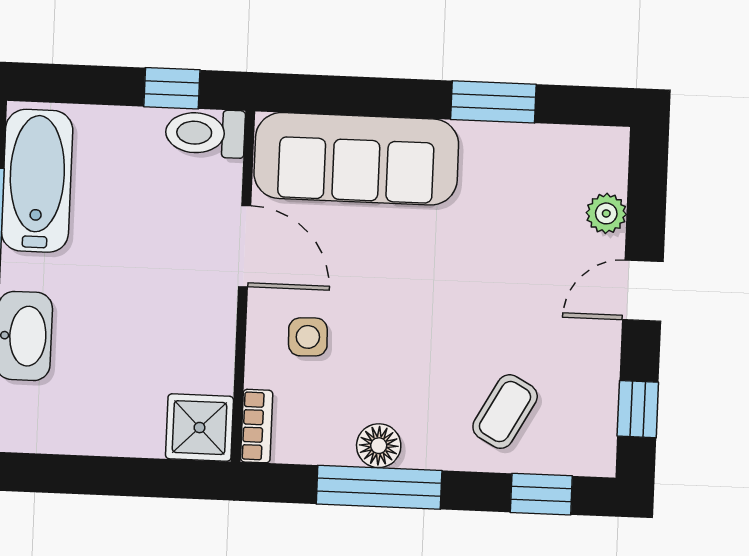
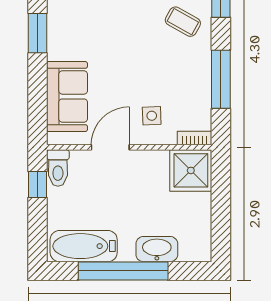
sofa: (356, 159) -> (67, 97), width x0.73
shower: (199, 428) -> (191, 170), width x1.36, depth x1.36
floor lamp: (379, 446) -> (201, 80), removed

